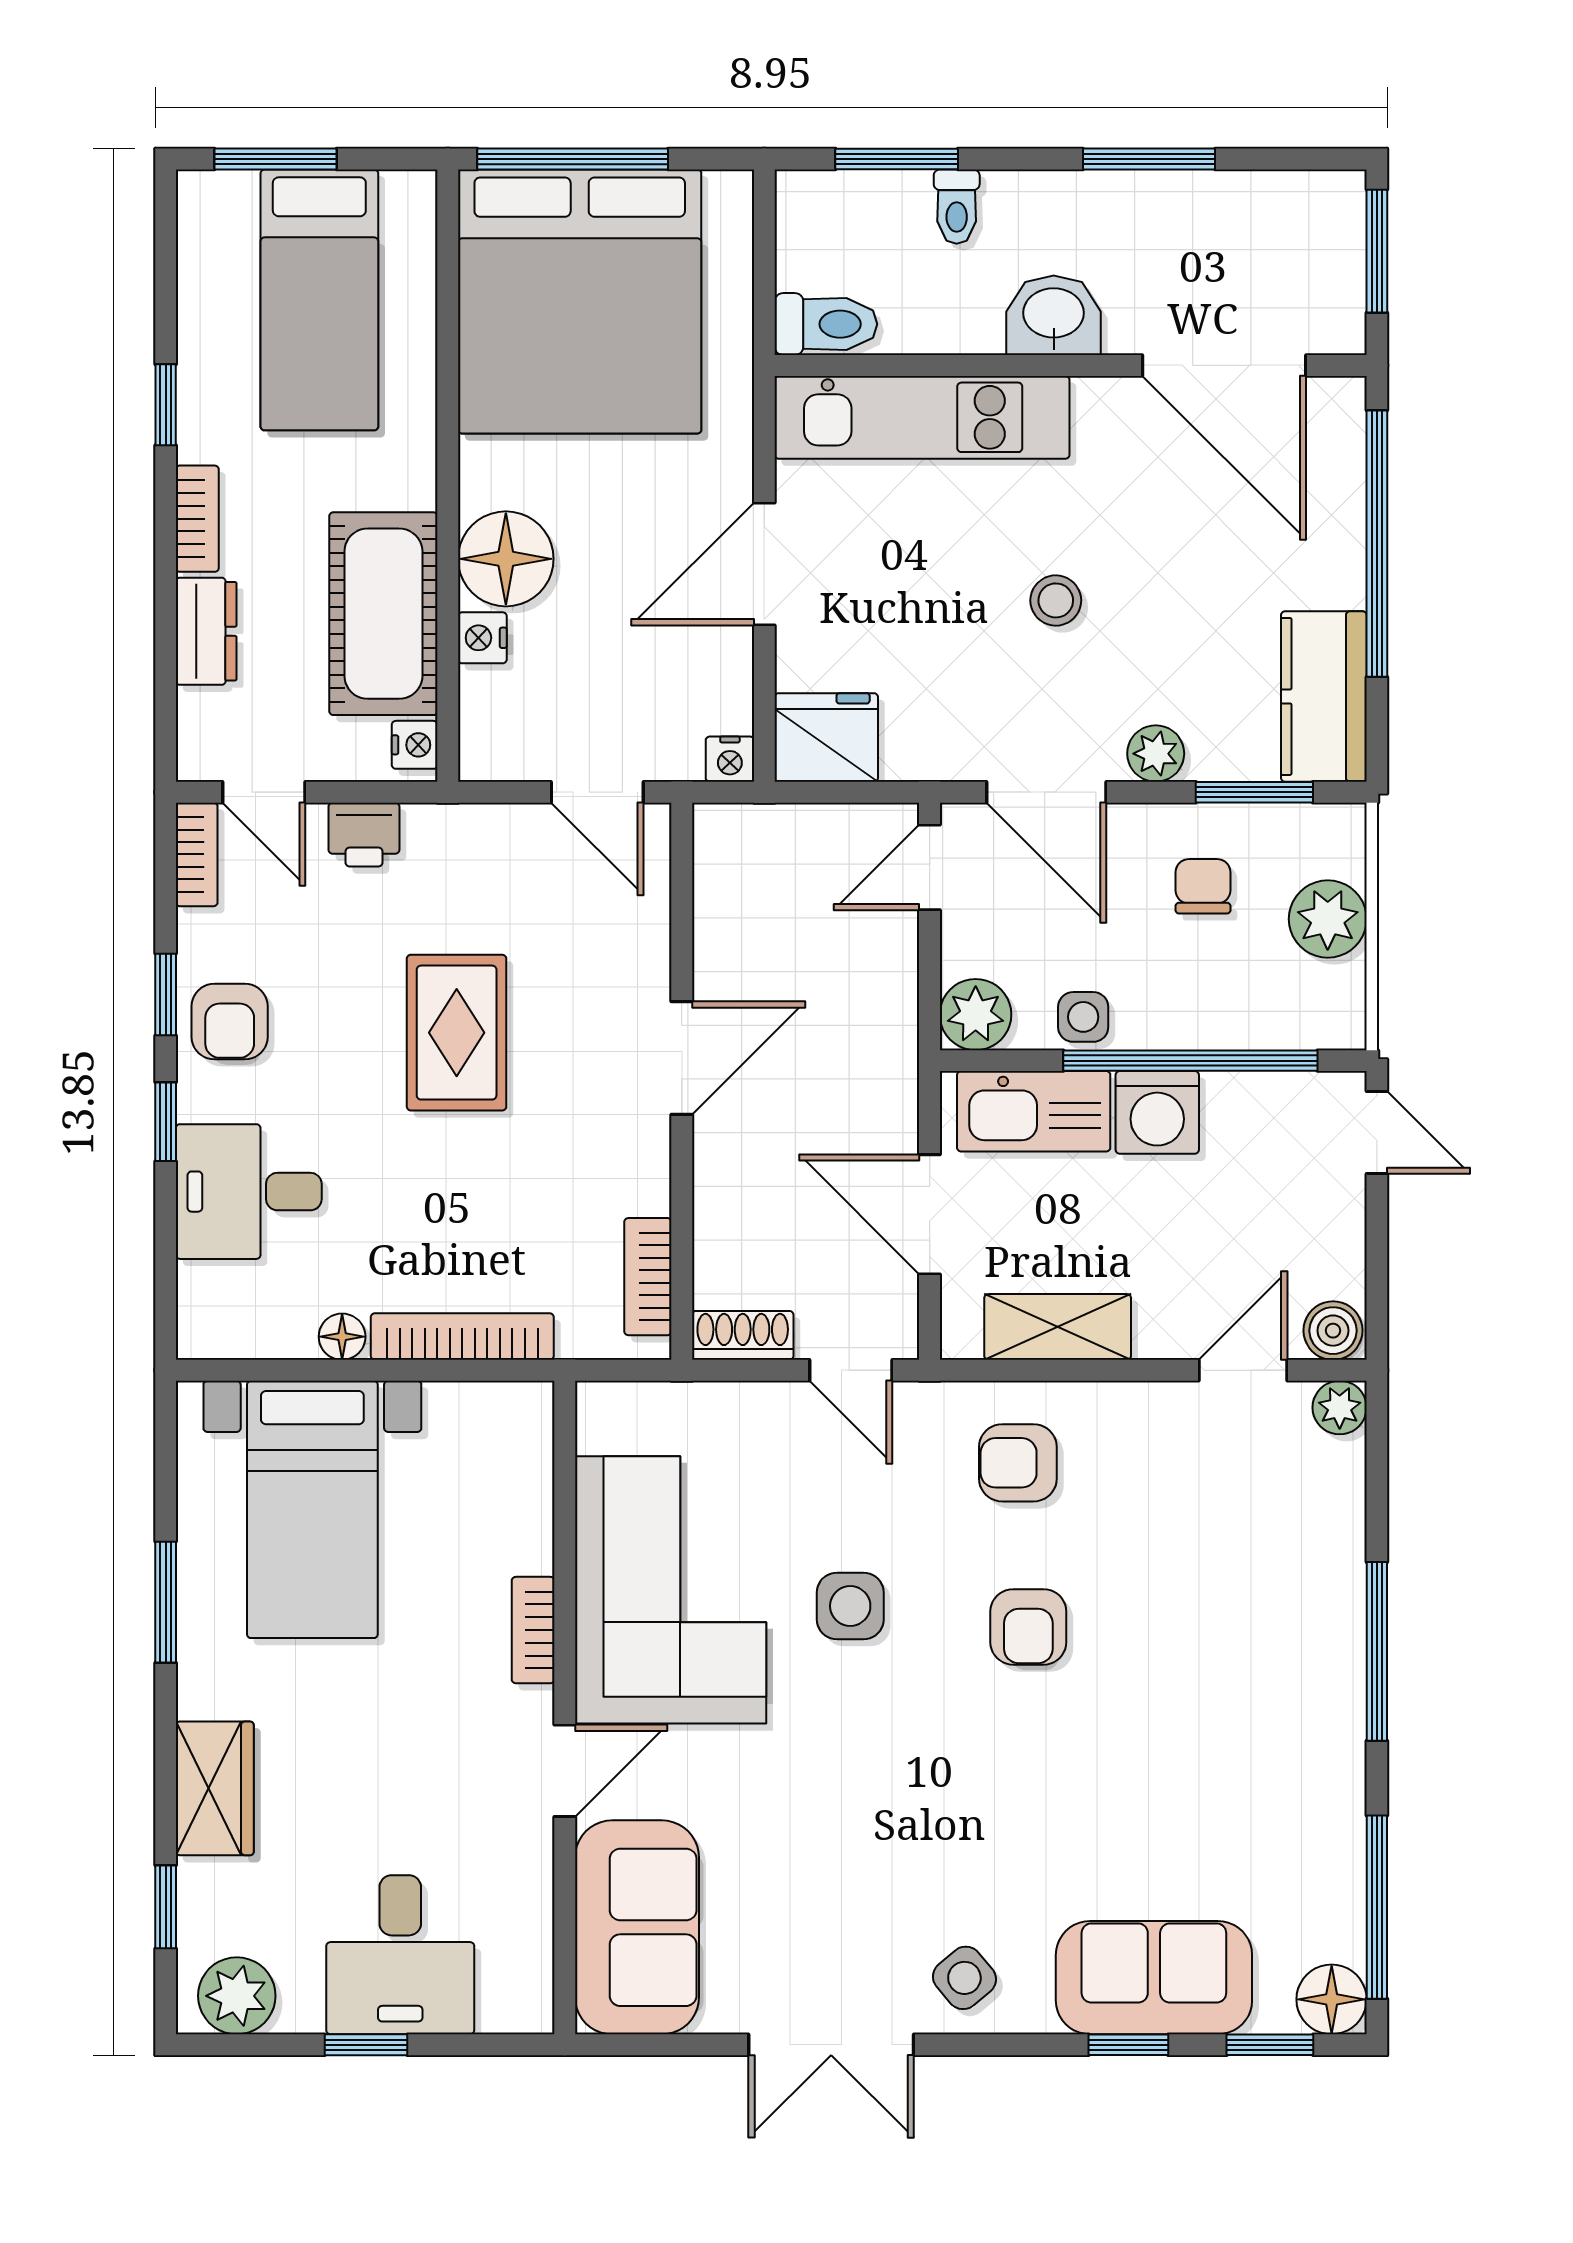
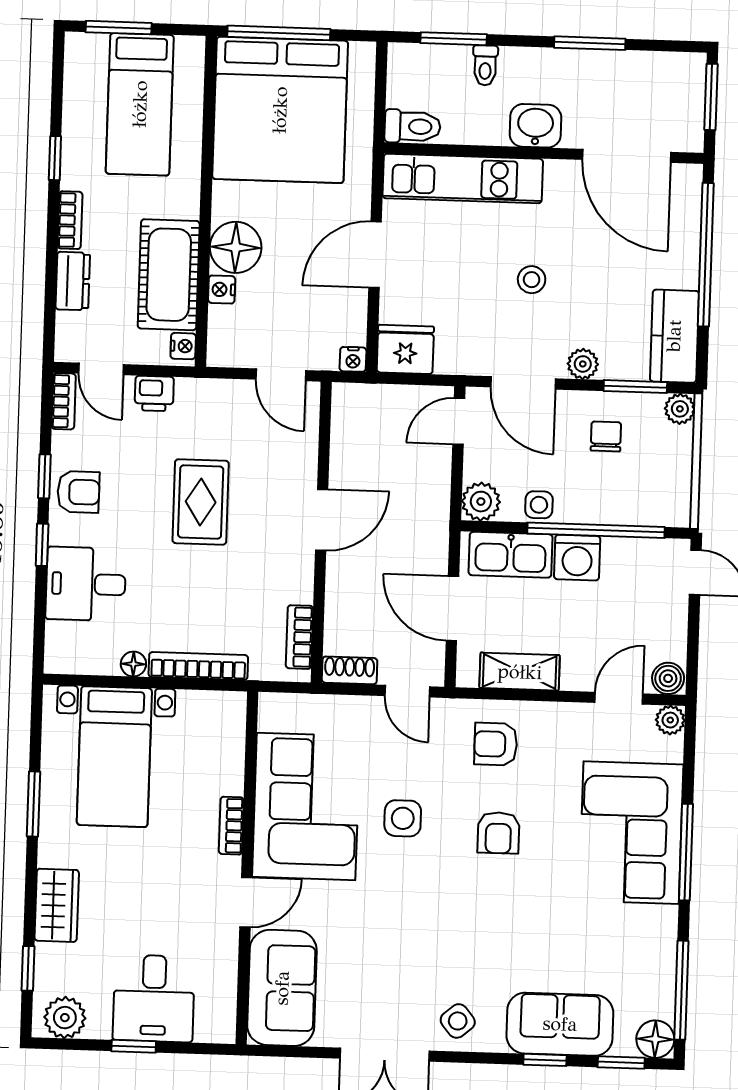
plant: (1328, 919) -> (680, 409), moved, width x0.73, depth x0.73
armchair: (230, 1022) -> (78, 492), turned -90
corner sofa: (1274, 1619) -> (631, 833), added

